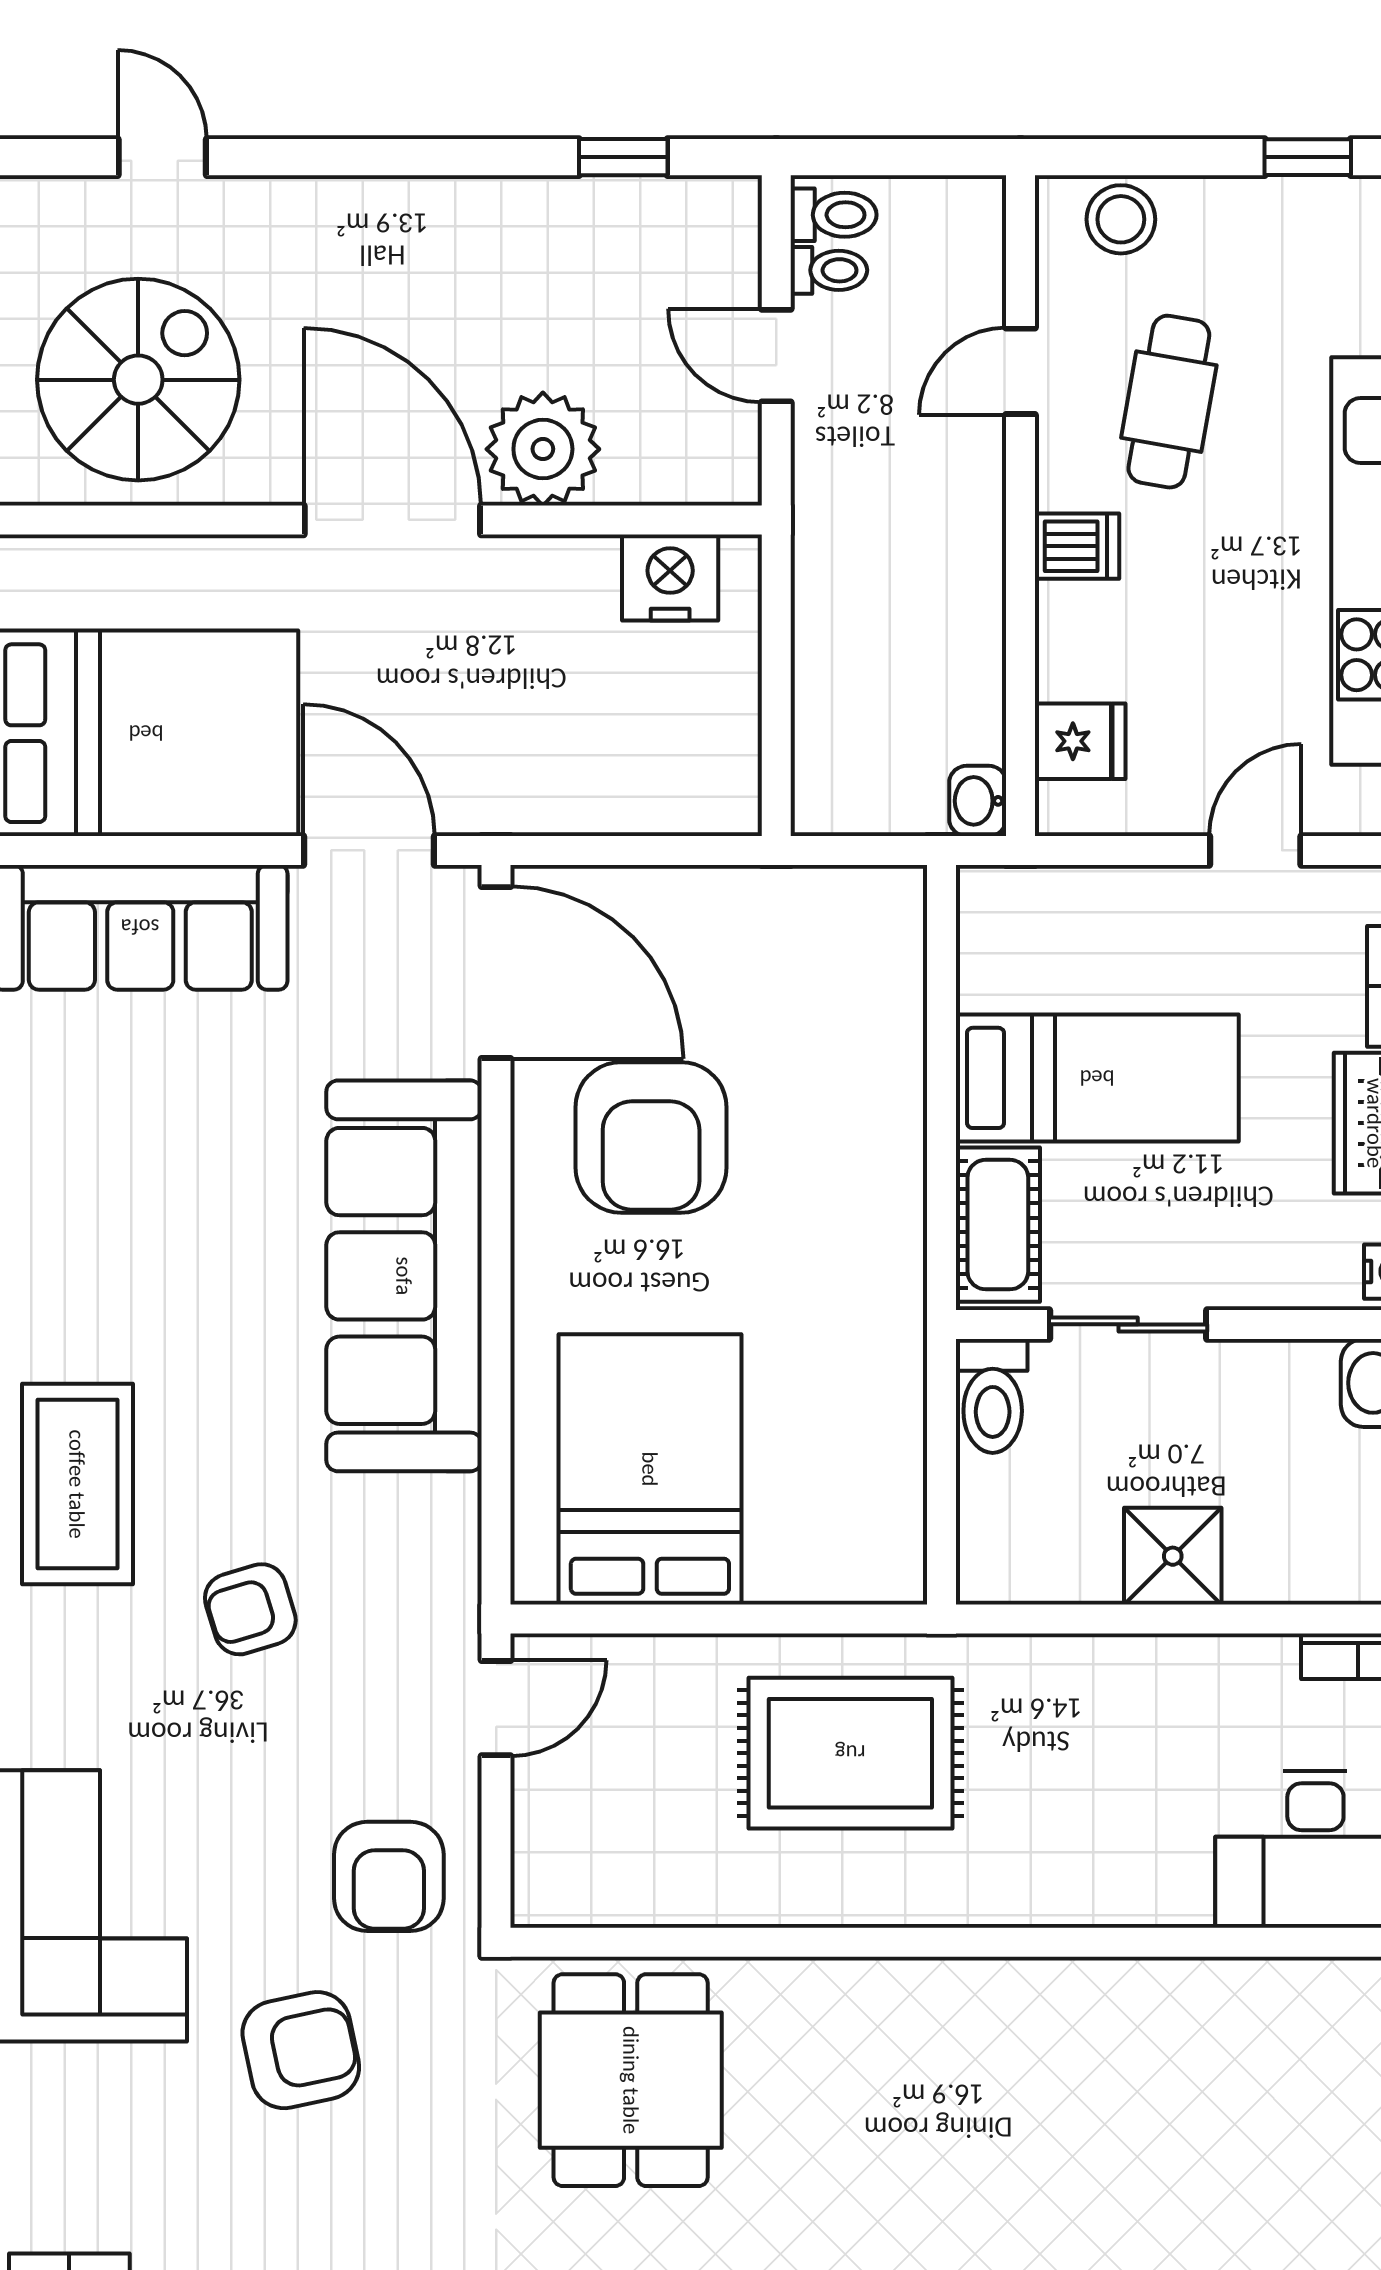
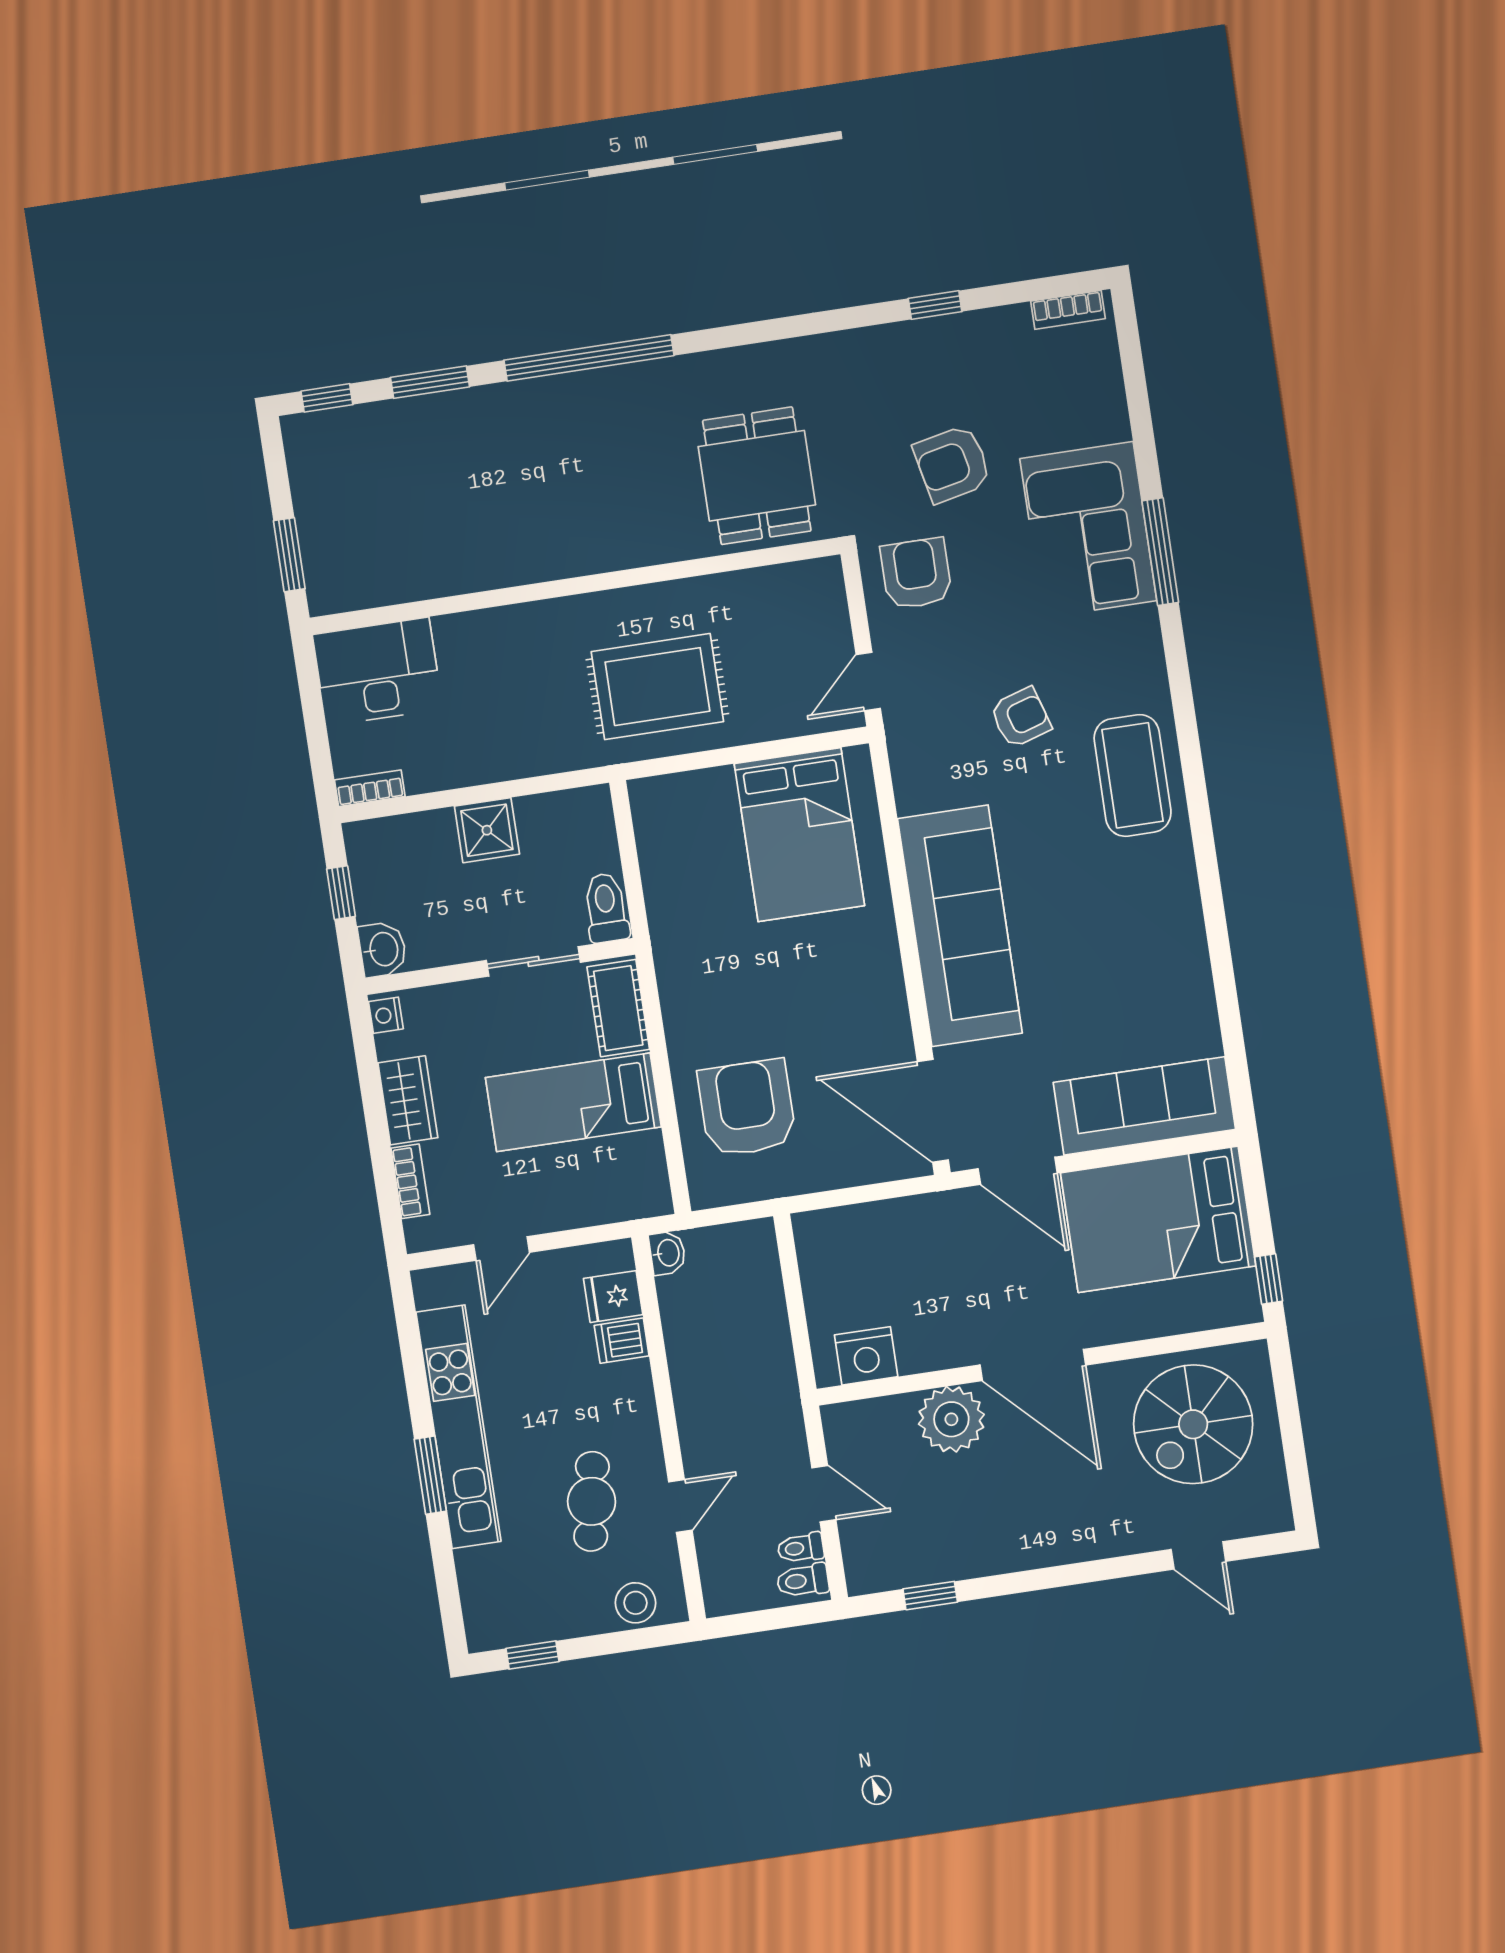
dishwasher: (1077, 546) -> (622, 1341), moved
armchair: (651, 1137) -> (747, 1108), moved

